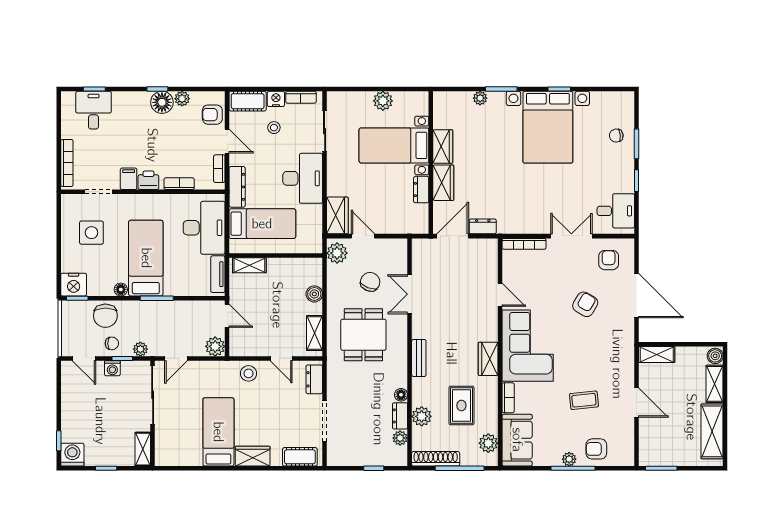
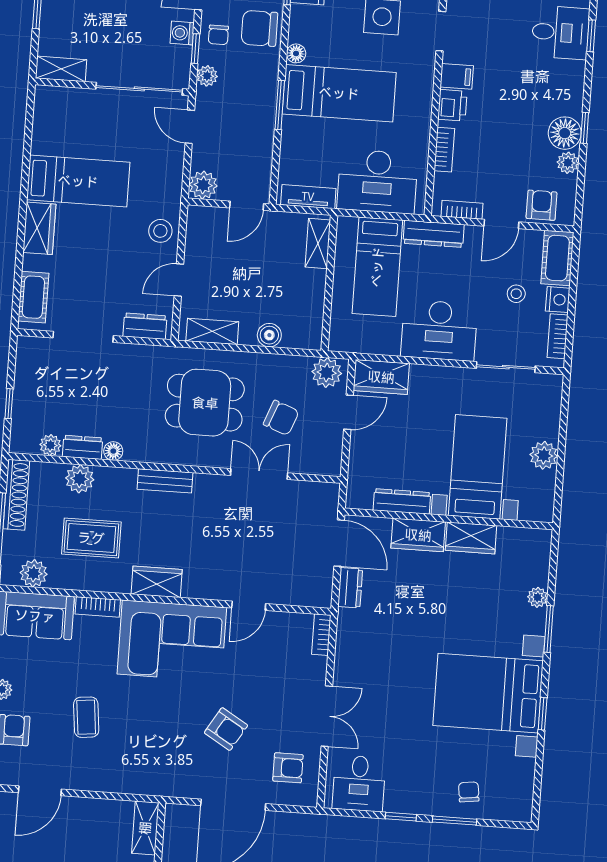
dresser: (421, 190) -> (402, 501), width x1.44
bookcase: (524, 244) -> (321, 635), width x0.64
door: (636, 403) -> (40, 791), moved

